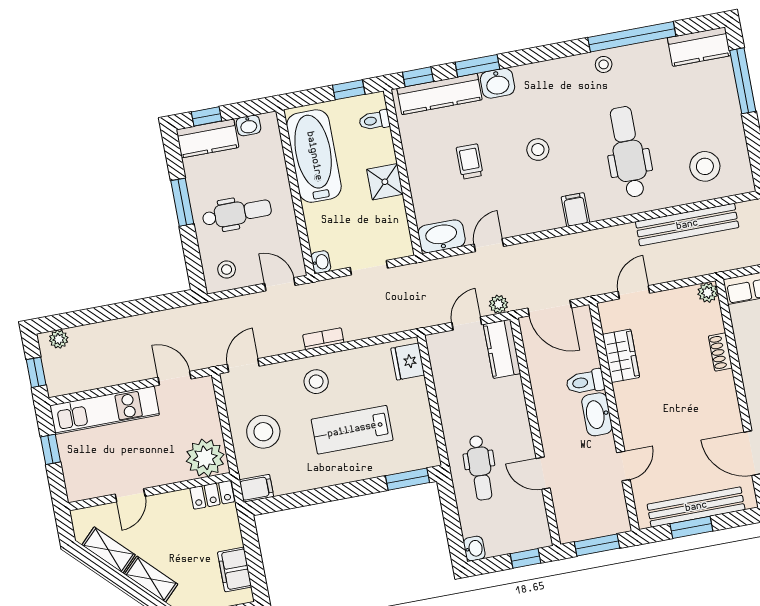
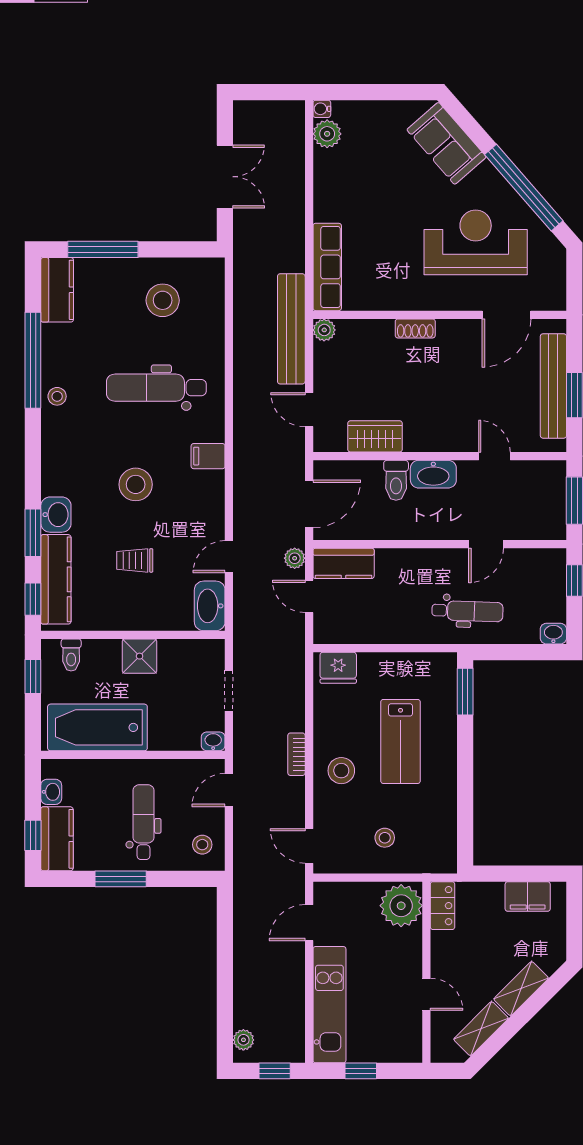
stool: (538, 150) -> (136, 484), width x1.38, depth x1.38
stool: (705, 166) -> (163, 300), moved
bench: (687, 225) -> (291, 329), moved
door: (489, 245) -> (229, 557), hinge flipped
shoe rack: (720, 352) -> (415, 328), moved
stool: (263, 432) -> (385, 838), width x0.53, depth x0.53
filing cabinet: (256, 488) -> (444, 857), removed

